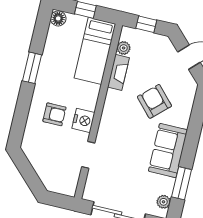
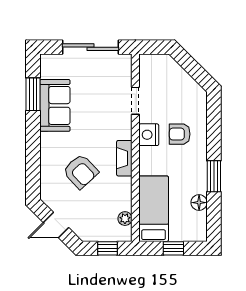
floor lamp: (58, 18) -> (199, 203), moved
fireplace: (118, 72) -> (124, 158), moved
sofa: (168, 151) -> (55, 105), moved
plant: (164, 202) -> (47, 71), removed

